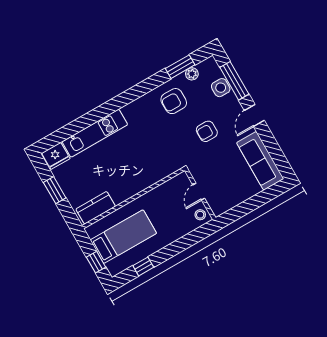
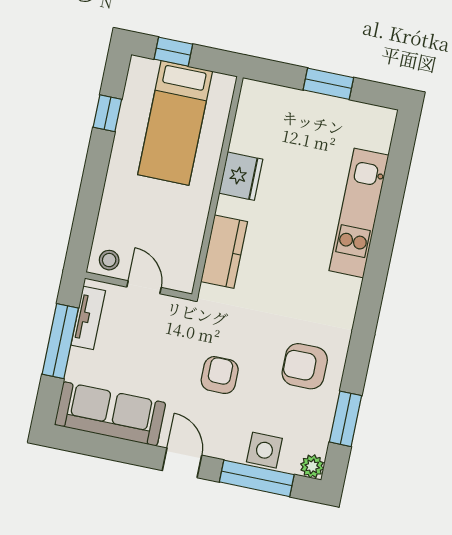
plant: (192, 74) -> (312, 466), moved
armchair: (174, 101) -> (305, 366), turned -90
fridge: (56, 156) -> (241, 176), moved, turned 180
tv unit: (230, 203) -> (88, 318), added
window: (249, 206) -> (60, 341), added
kitchen counter: (96, 208) -> (224, 252), moved

